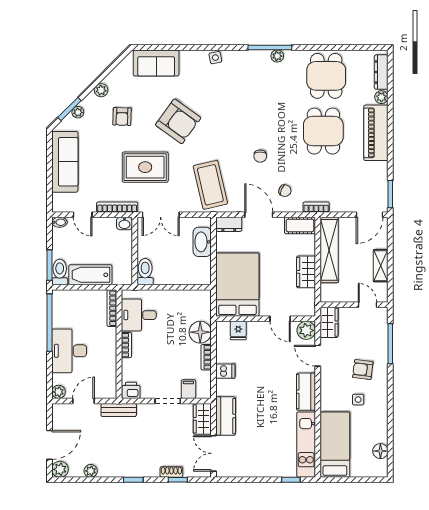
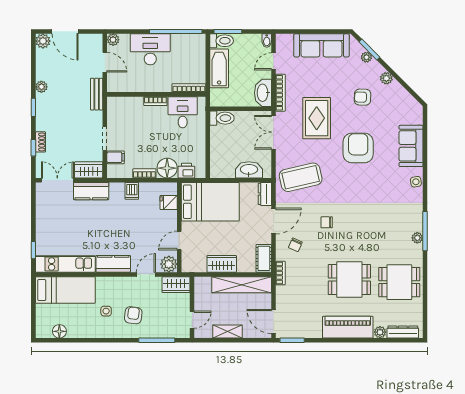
sofa: (156, 63) -> (411, 146), moved
armchair: (178, 121) -> (358, 148), turned 144
washbasin: (124, 223) -> (263, 93), width x1.91, depth x1.45
printer: (131, 390) -> (186, 171), moved, turned -90
plant: (91, 471) -> (41, 87), moved

